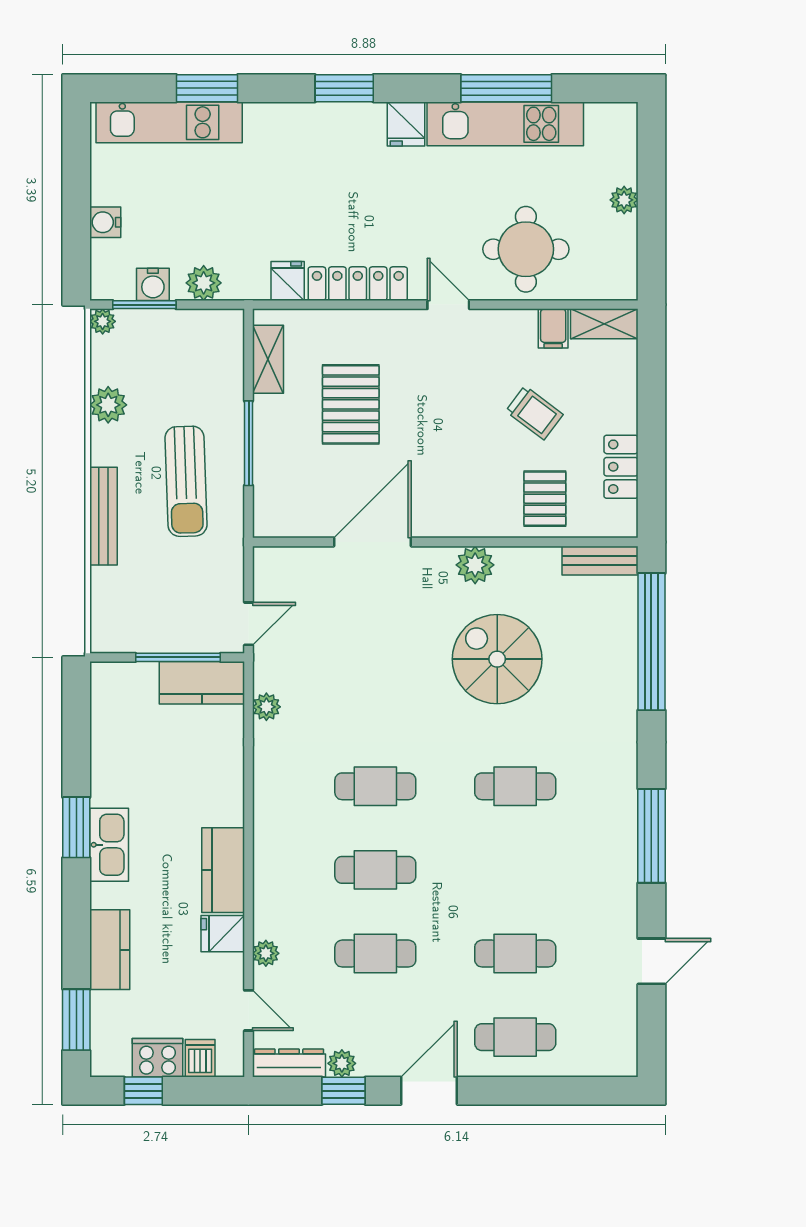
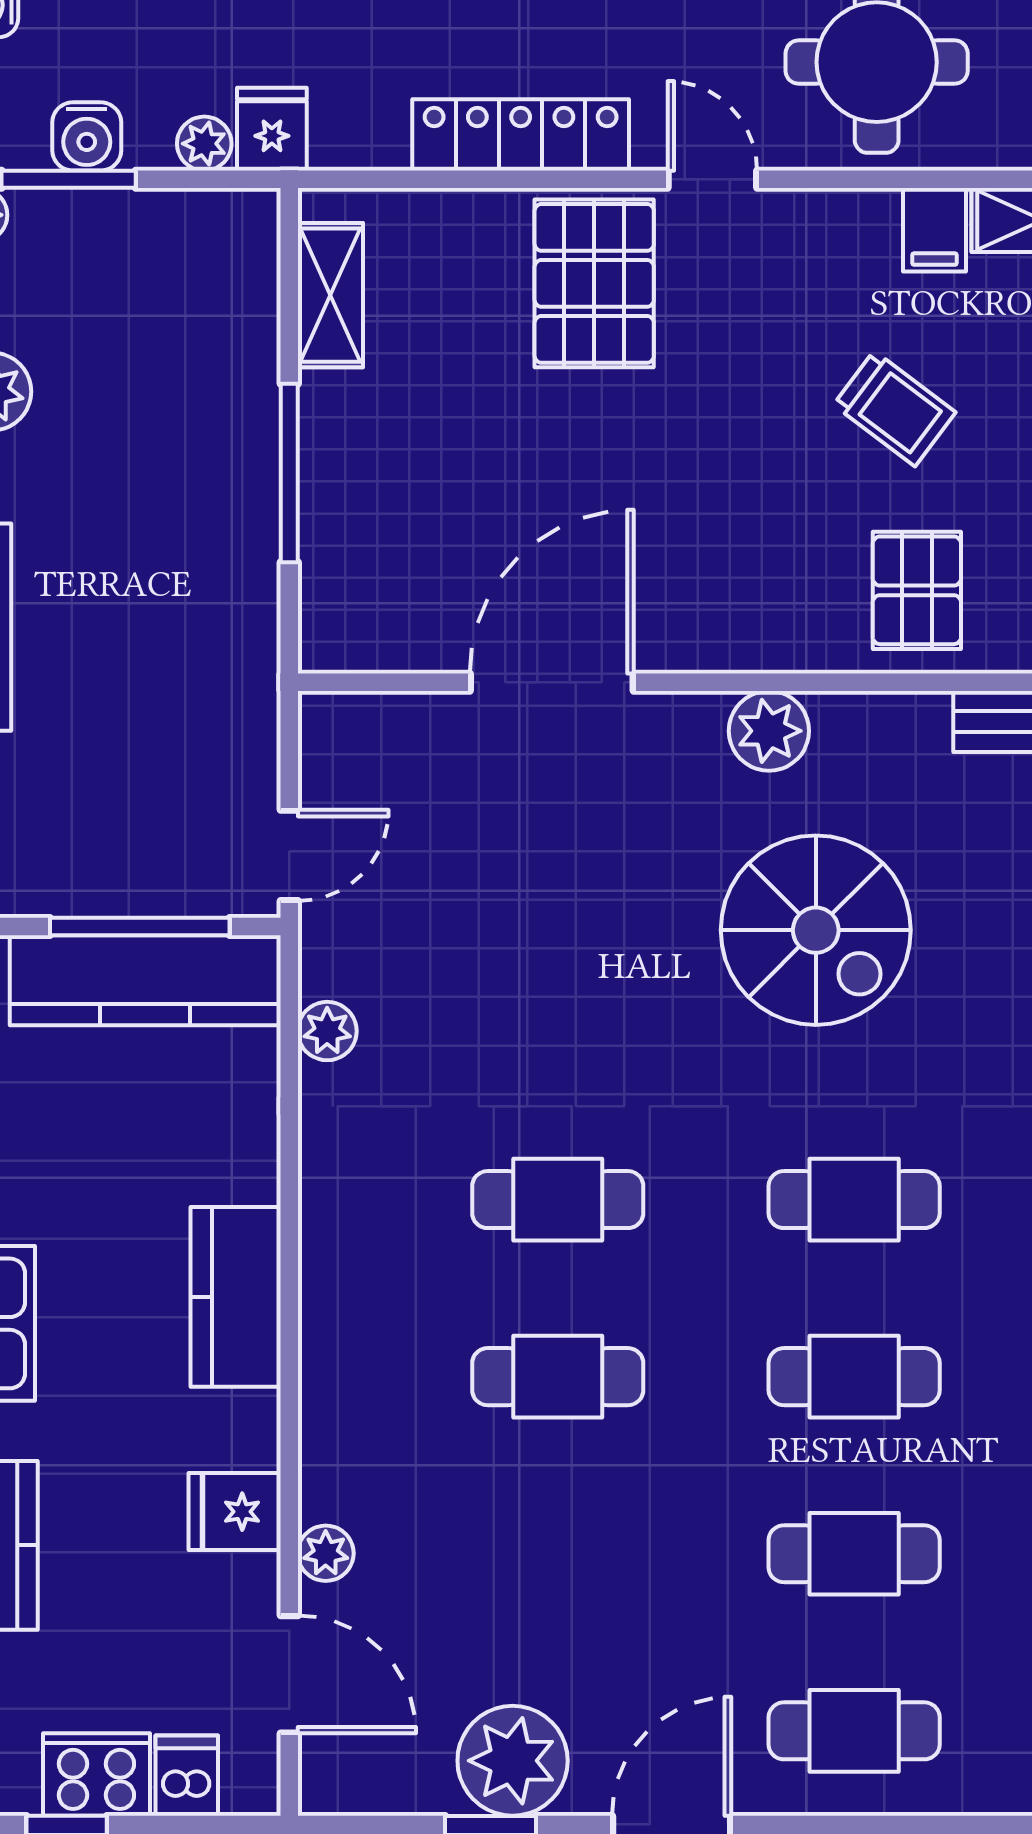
fridge: (288, 281) -> (272, 129), moved
plant: (204, 283) -> (204, 144), width x0.73, depth x0.73
pallet: (351, 404) -> (594, 283), moved
sun lounger: (186, 481) -> (157, 554), removed
spiral stairs: (497, 659) -> (816, 930), turned 180
kitchen counter: (202, 683) -> (145, 980), width x1.50
kitchen counter: (223, 870) -> (236, 1297), moved
cafe table: (375, 954) -> (854, 1377), moved
door: (249, 1010) -> (289, 1674), width x1.38
dresser: (289, 1063) -> (375, 1786), removed
plant: (342, 1063) -> (513, 1761), width x1.88, depth x1.88

